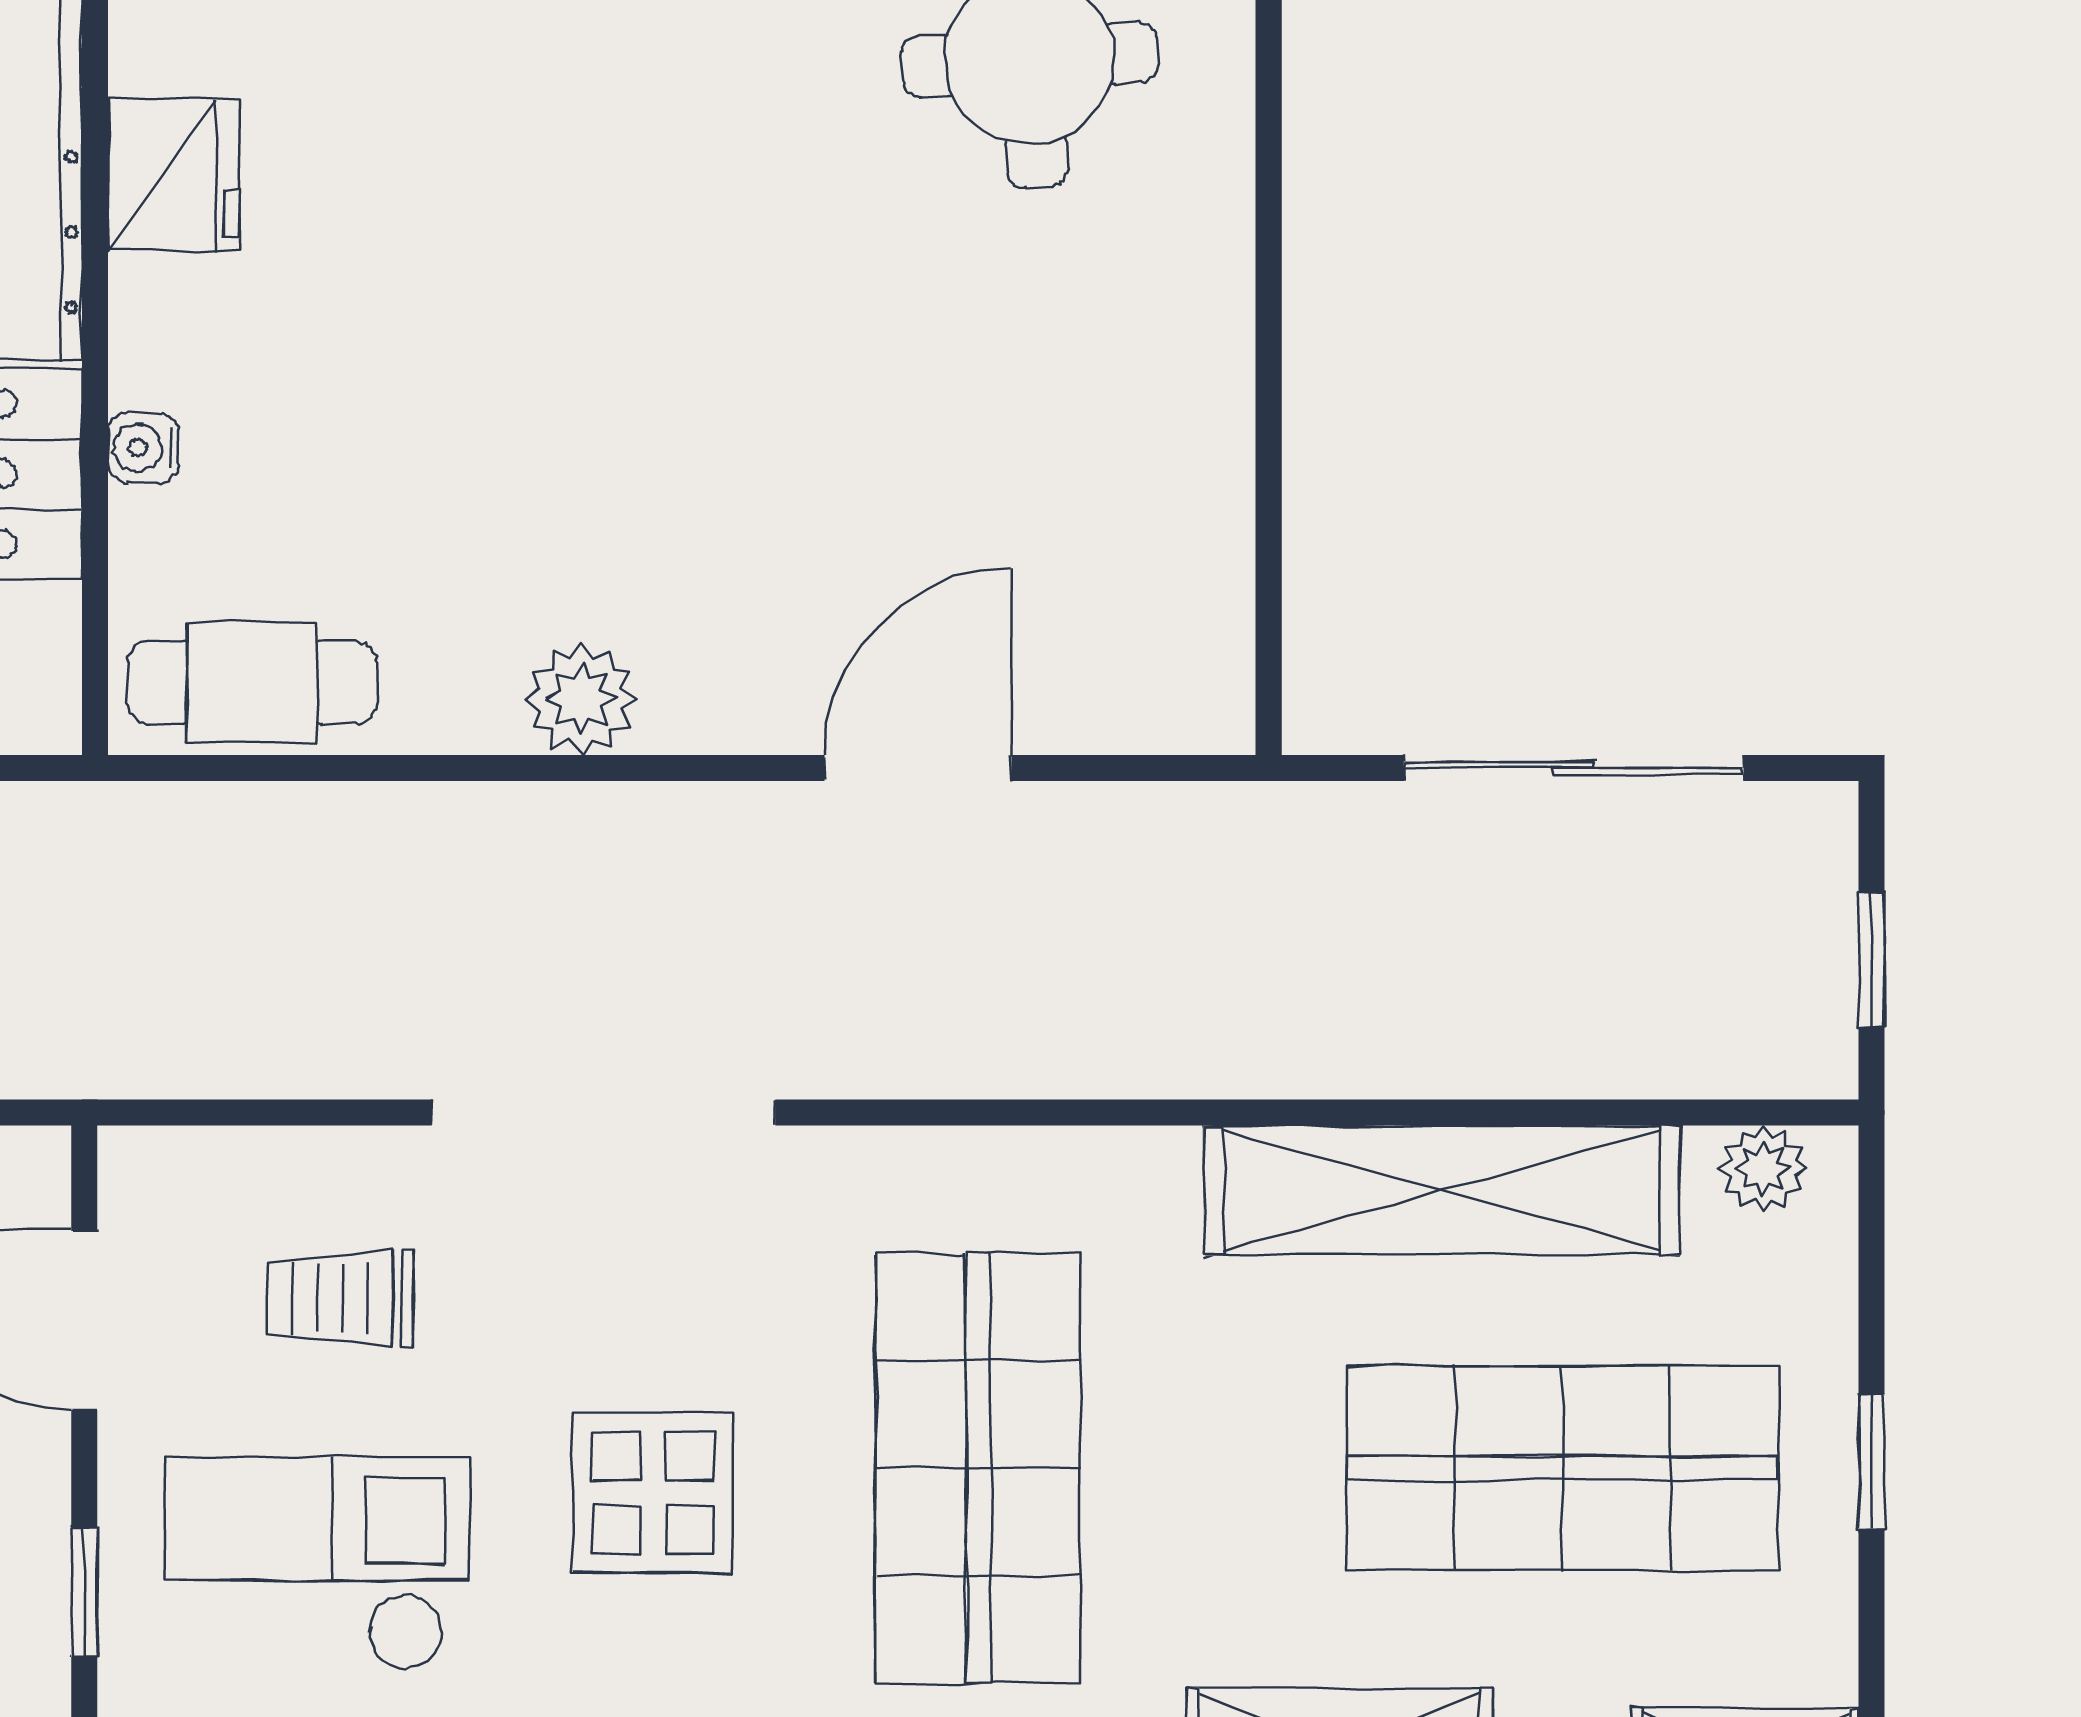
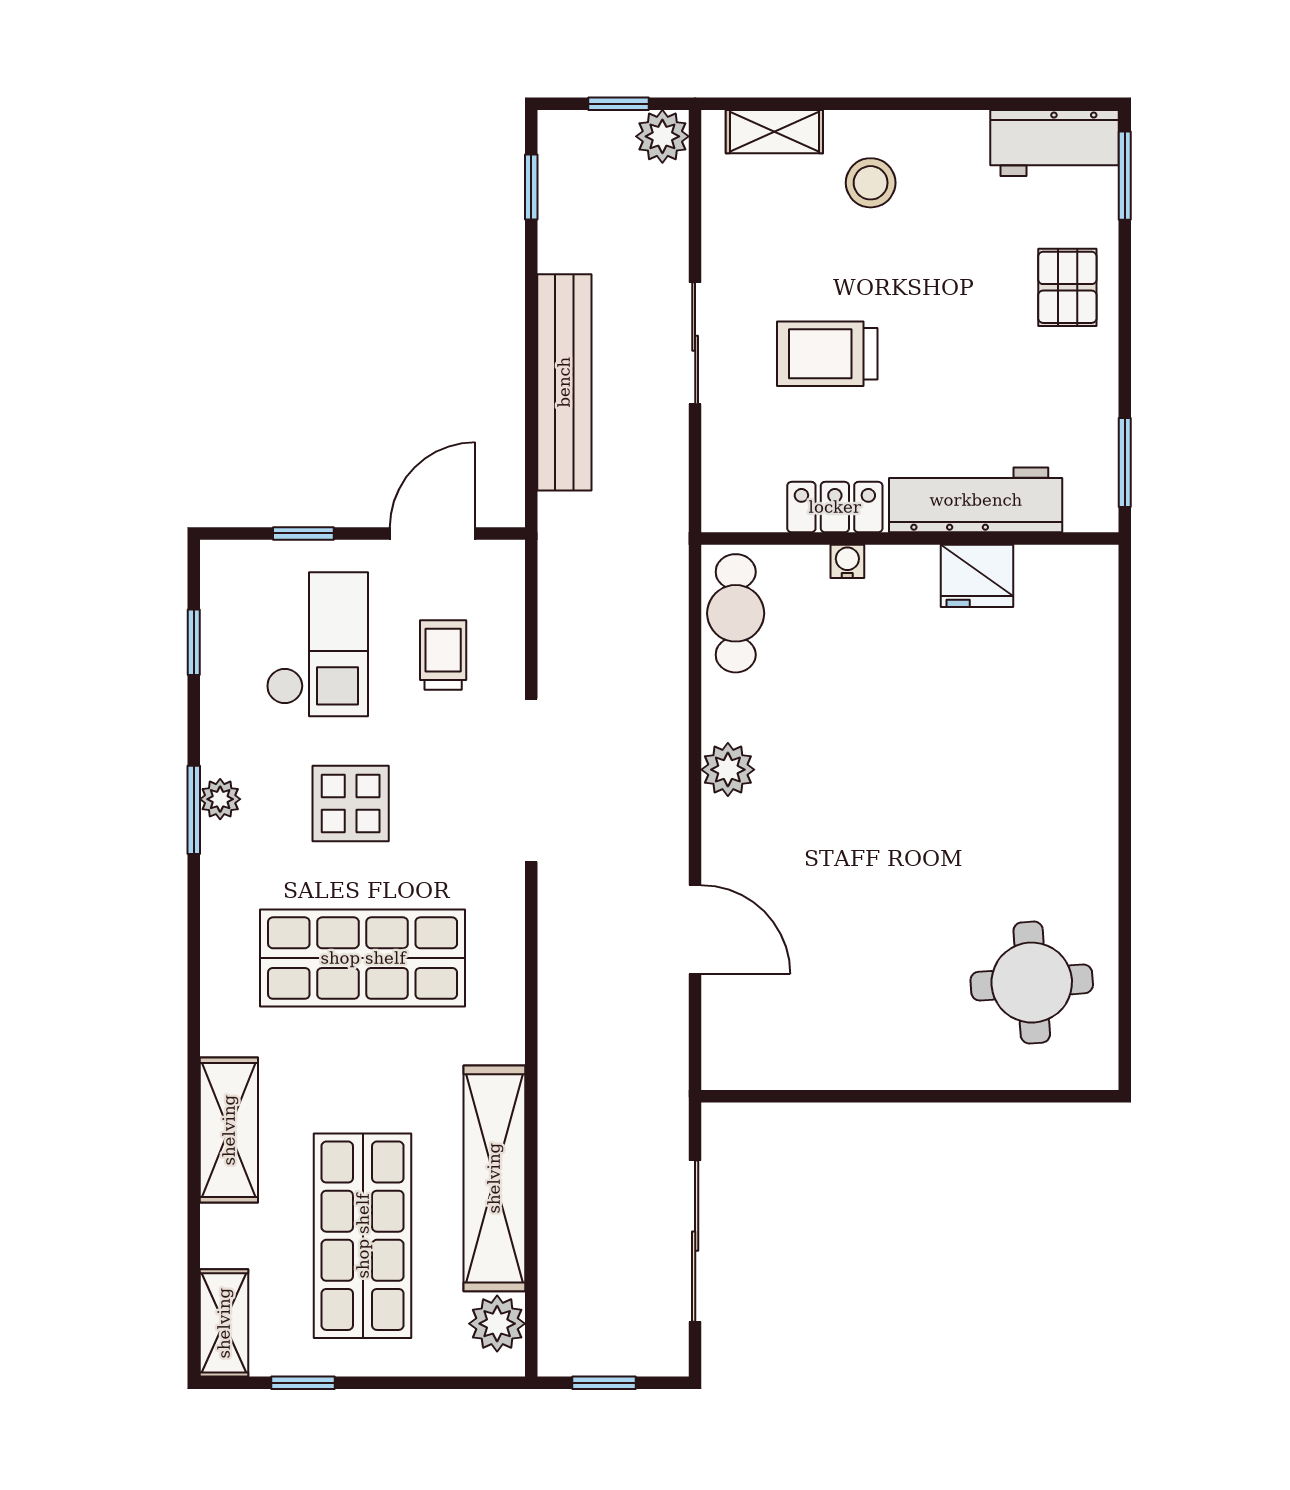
plant: (1763, 1168) -> (497, 1324), width x1.38, depth x1.38
window: (1872, 1462) -> (303, 1383), moved

